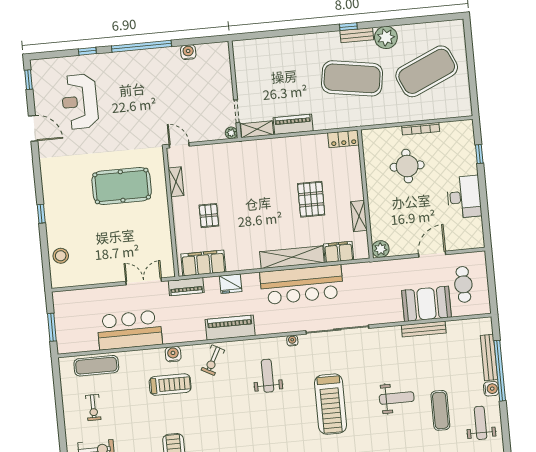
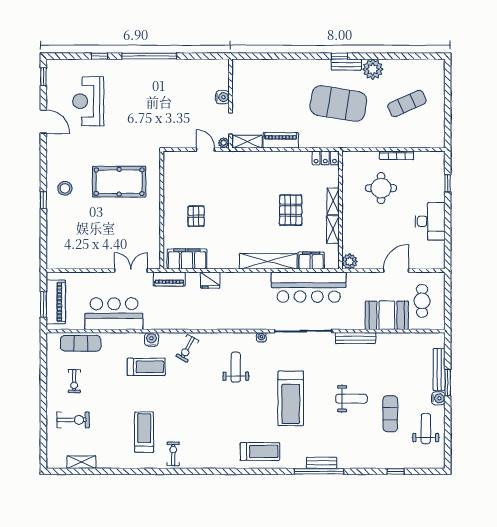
water cooler: (188, 52) -> (222, 97), moved, turned 90
exercise mat: (427, 71) -> (407, 104), width x0.50, depth x0.69
door: (179, 145) -> (205, 150), moved
shelving: (176, 182) -> (333, 201), moved
stool: (61, 256) -> (65, 188), moved
bar counter: (302, 285) -> (309, 287), moved
piano: (230, 328) -> (56, 302), moved, turned 90
bench: (424, 329) -> (355, 338), moved
window: (500, 371) -> (448, 383), width x0.47

